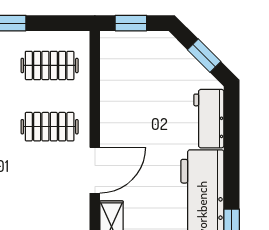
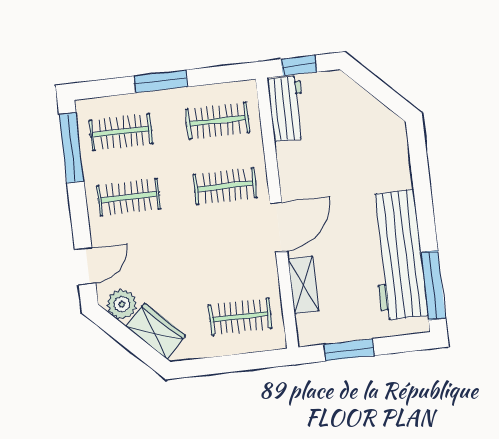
window: (204, 56) -> (381, 91), removed
workbench: (209, 119) -> (287, 109), moved, turned 180

